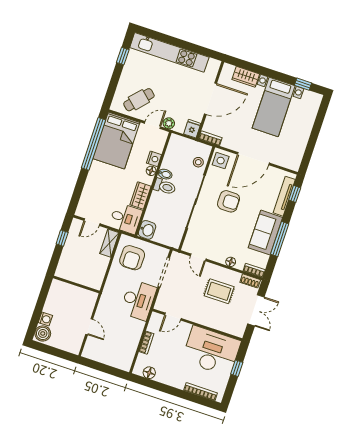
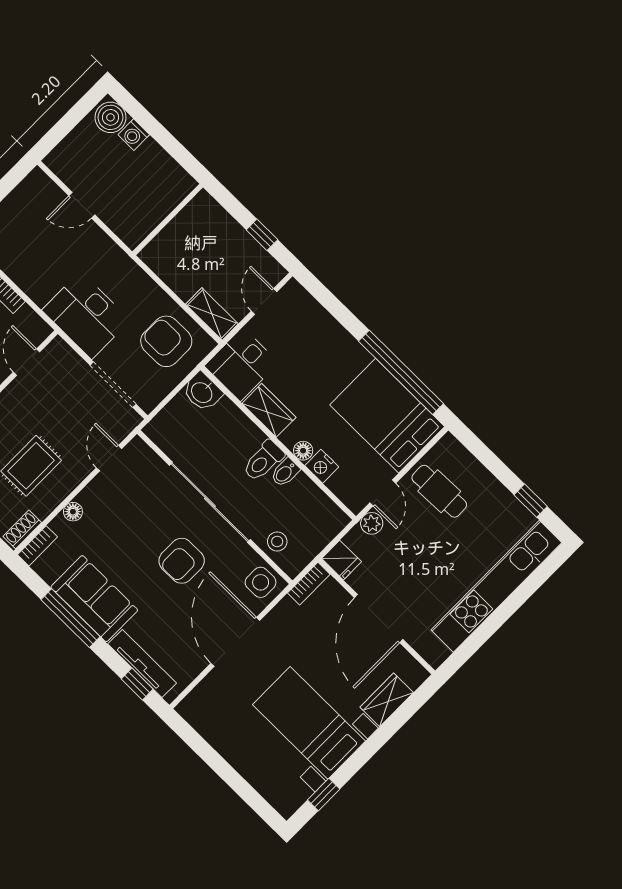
cafe table: (139, 100) -> (439, 491), turned -44
door: (198, 257) -> (109, 458), hinge flipped

